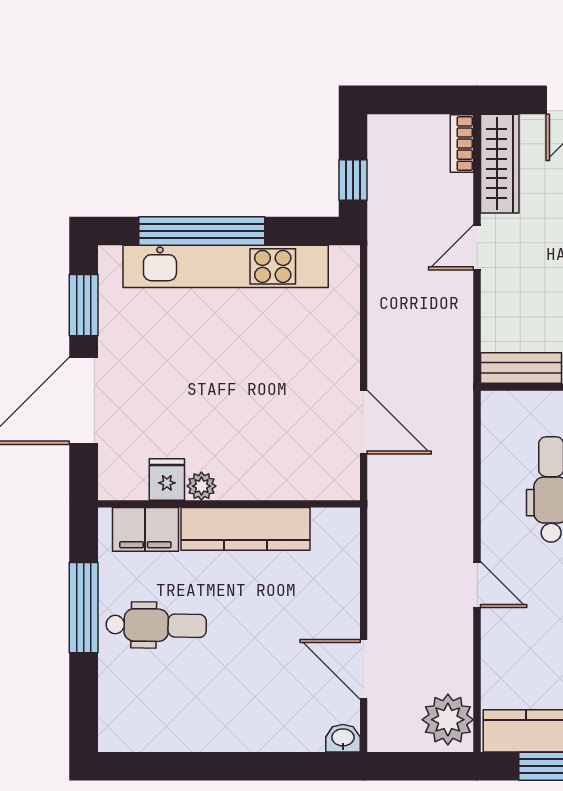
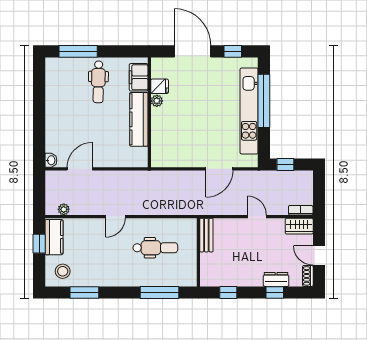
wardrobe: (500, 164) -> (299, 226), width x0.67
window: (84, 305) -> (233, 51), width x0.67
door: (364, 422) -> (219, 169), moved
window: (84, 608) -> (78, 51), moved
plant: (448, 720) -> (64, 209), width x0.53, depth x0.53

